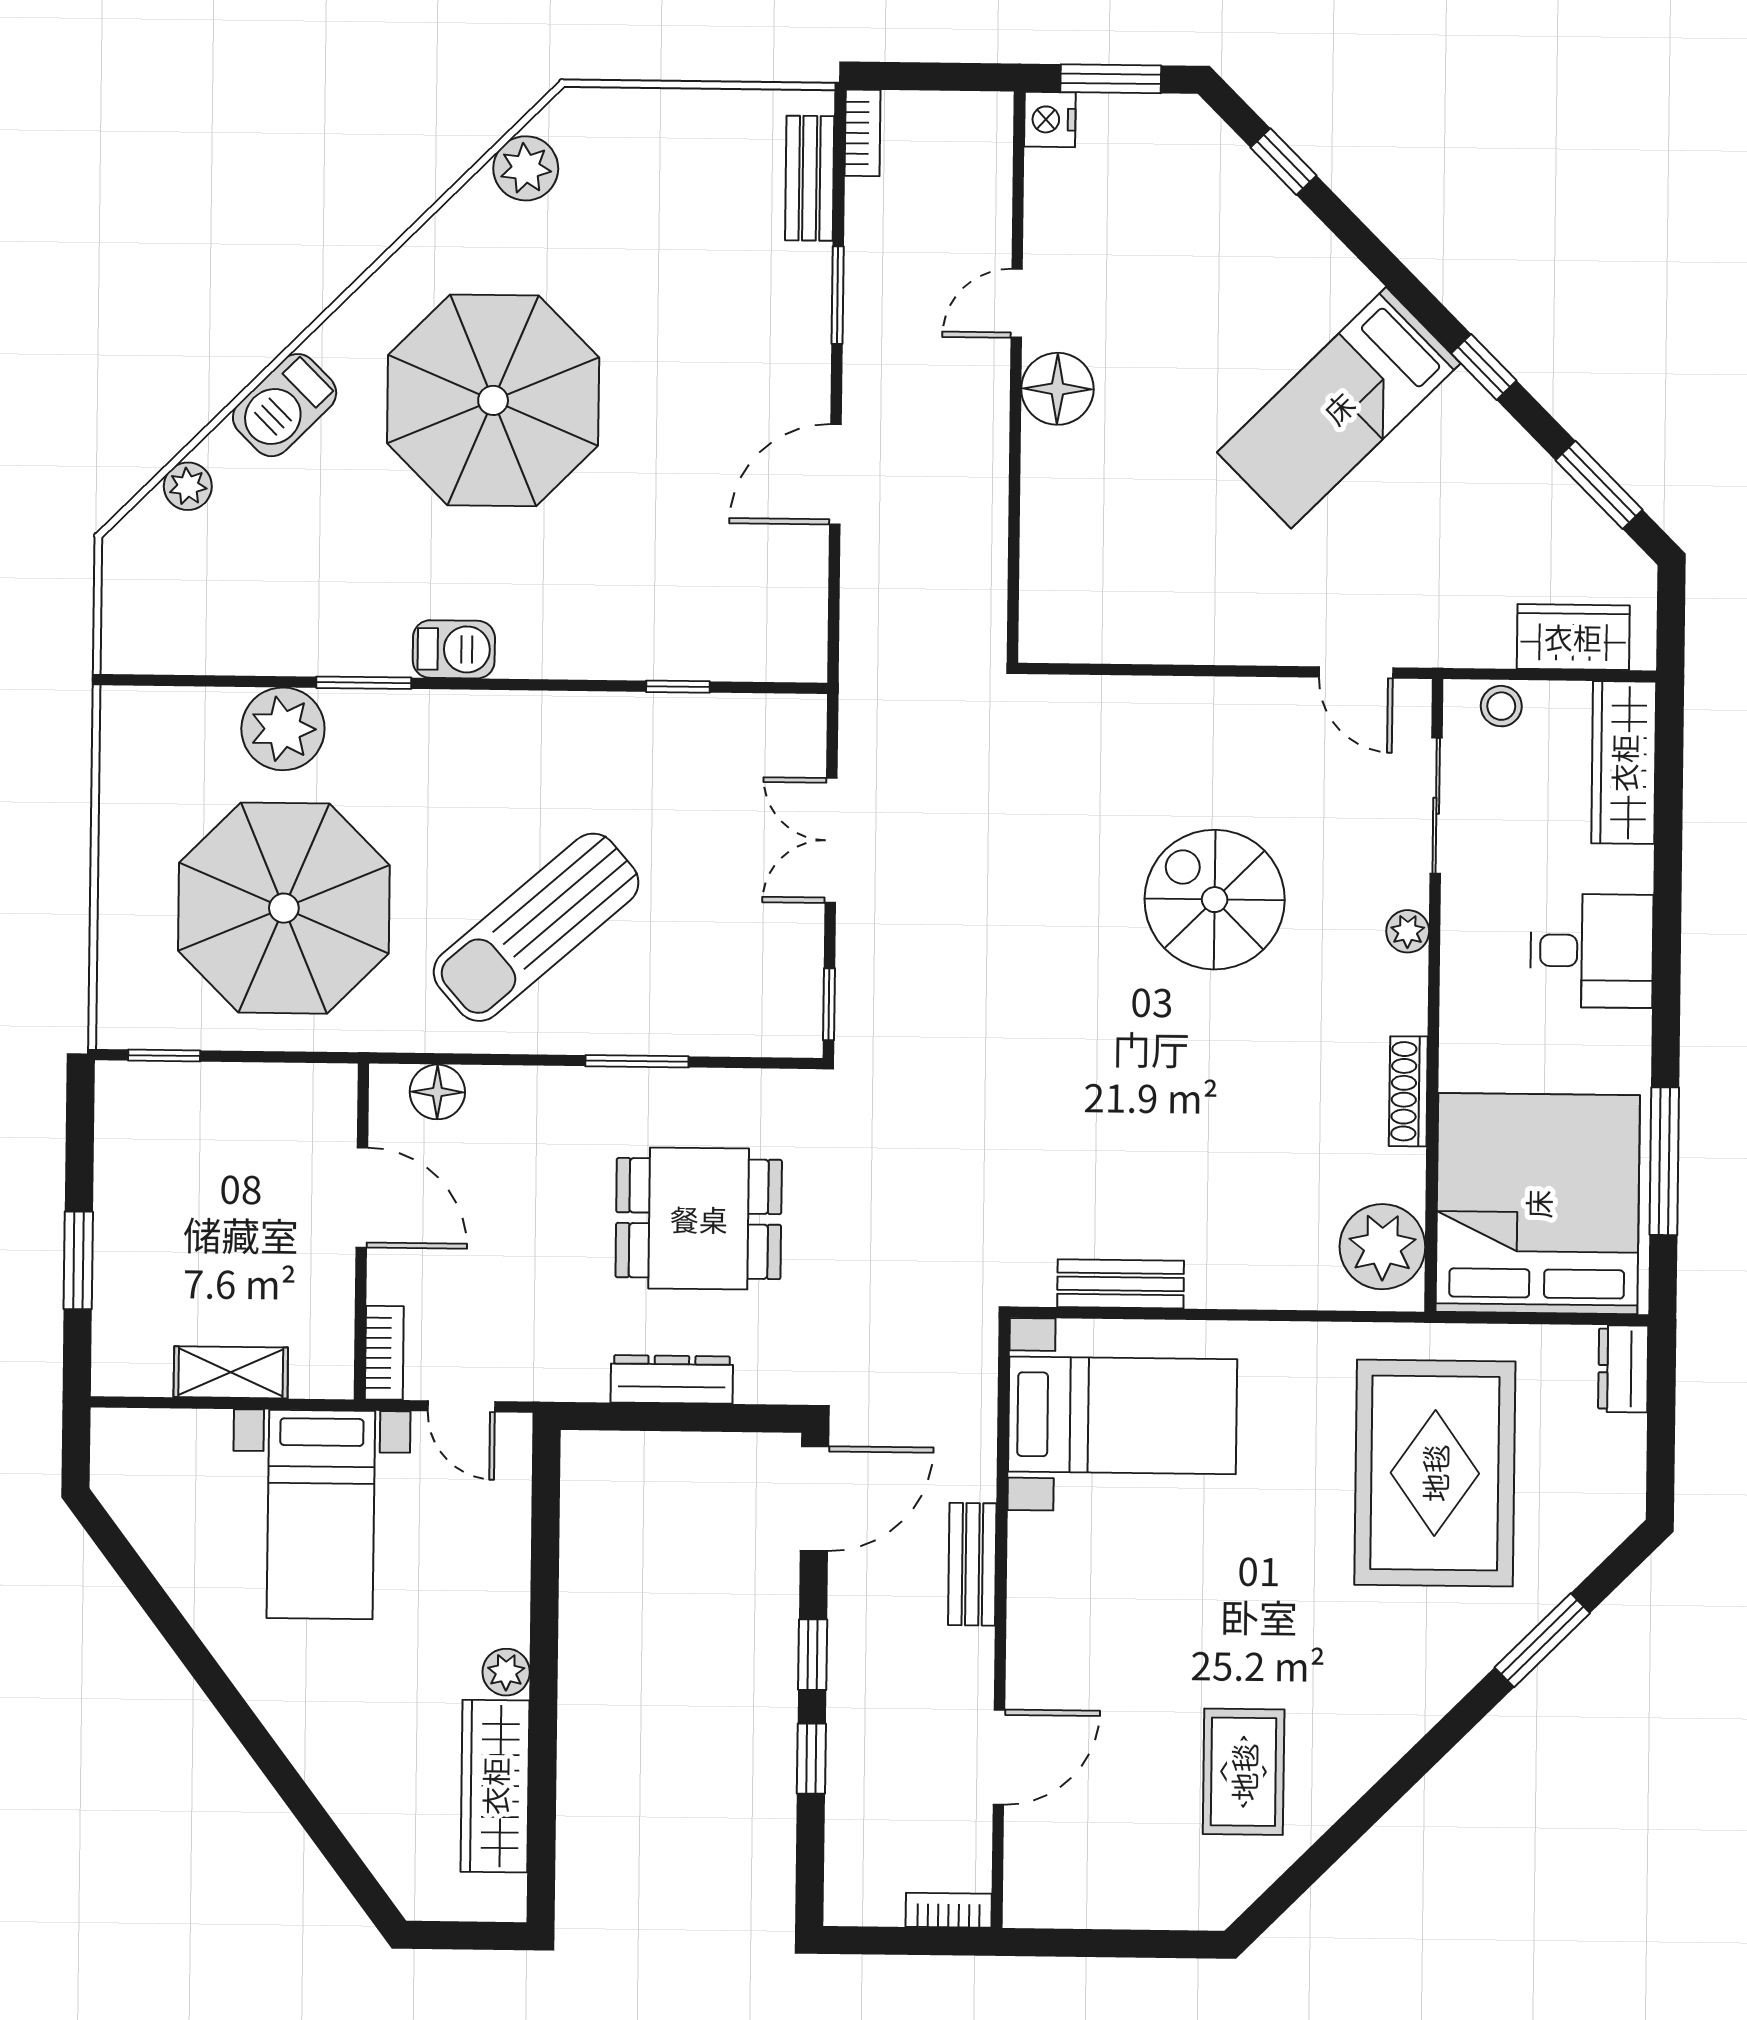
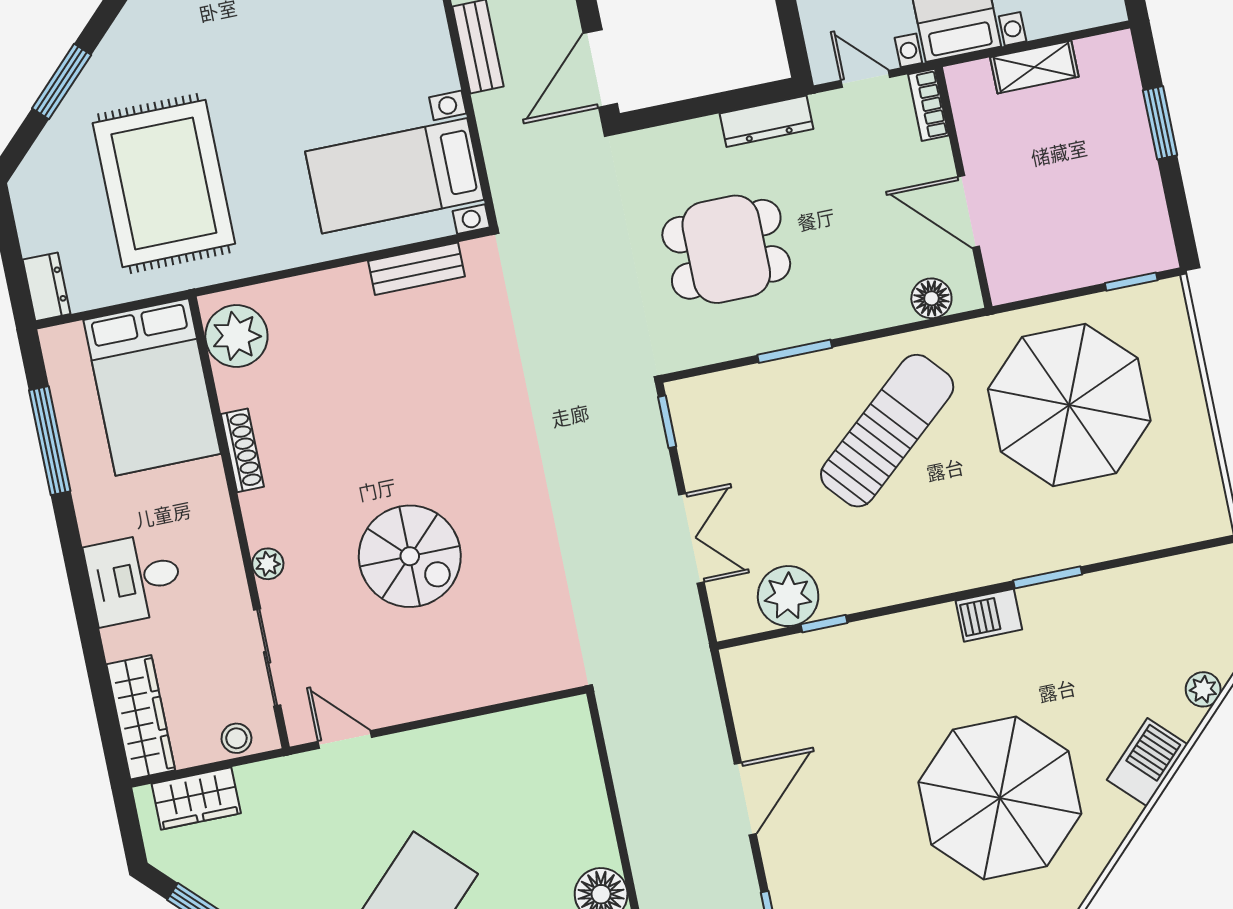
plant: (283, 729) -> (788, 596), moved
bed: (1538, 1204) -> (152, 387), width x0.73
dresser: (672, 1379) -> (766, 121), moved

